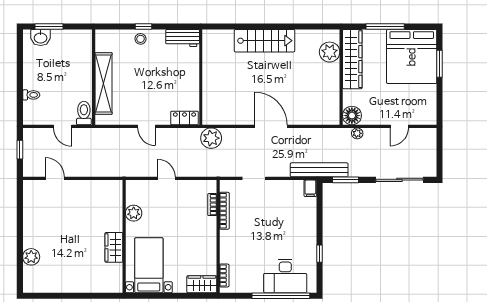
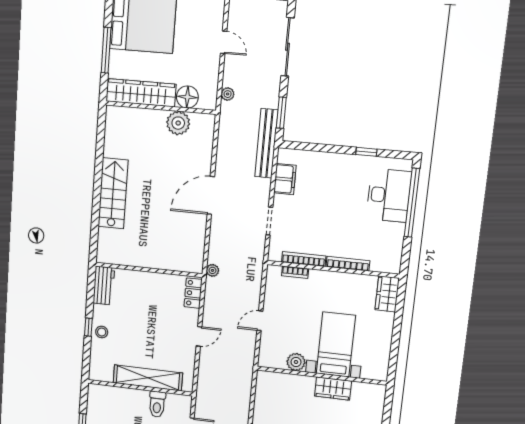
plant: (330, 52) -> (178, 123), moved
toilet: (84, 113) -> (157, 404), moved, turned -90
floor lamp: (352, 116) -> (187, 97), moved
plant: (211, 138) -> (212, 270), width x0.53, depth x0.53
filing cabinet: (310, 188) -> (285, 179), moved, width x2.00
bed with nightstands: (149, 265) -> (336, 345), moved, turned 90
bookcase: (224, 276) -> (348, 264), moved, width x1.56

